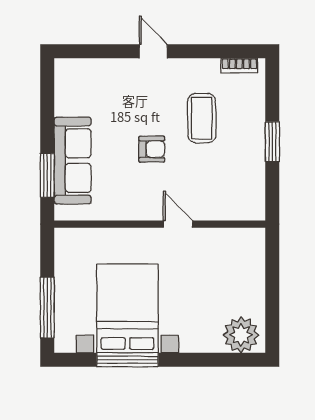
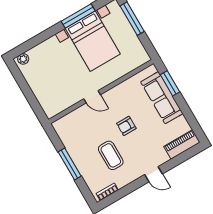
piano: (84, 71) -> (182, 144), added
window: (272, 142) -> (70, 164), width x1.44
plant: (241, 335) -> (23, 59), width x0.53, depth x0.53

